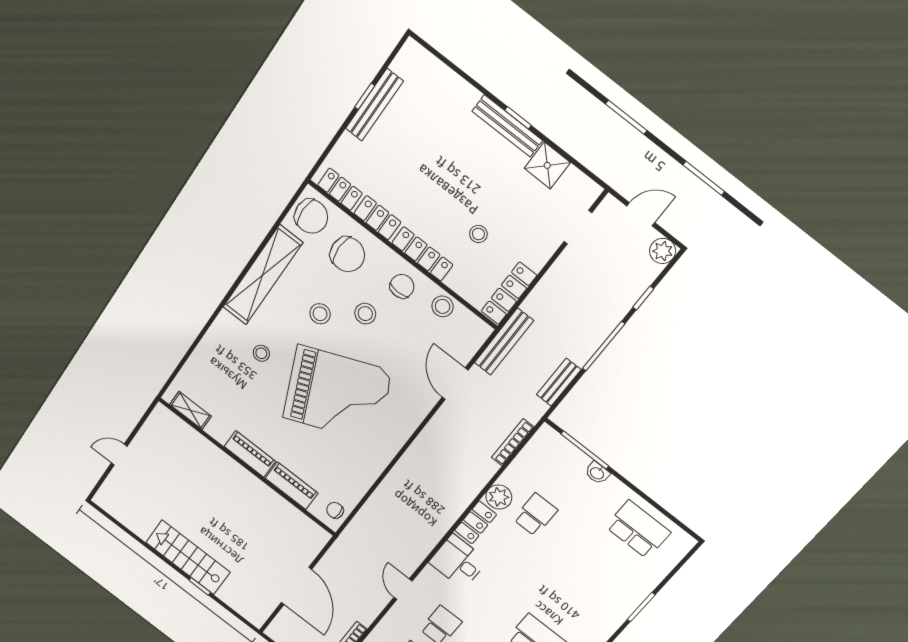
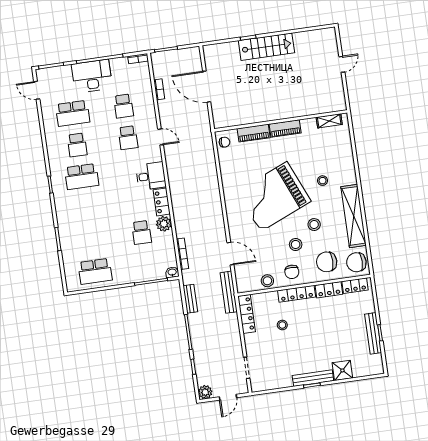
shower: (547, 165) -> (342, 370), moved
washbasin: (597, 473) -> (172, 272), moved

